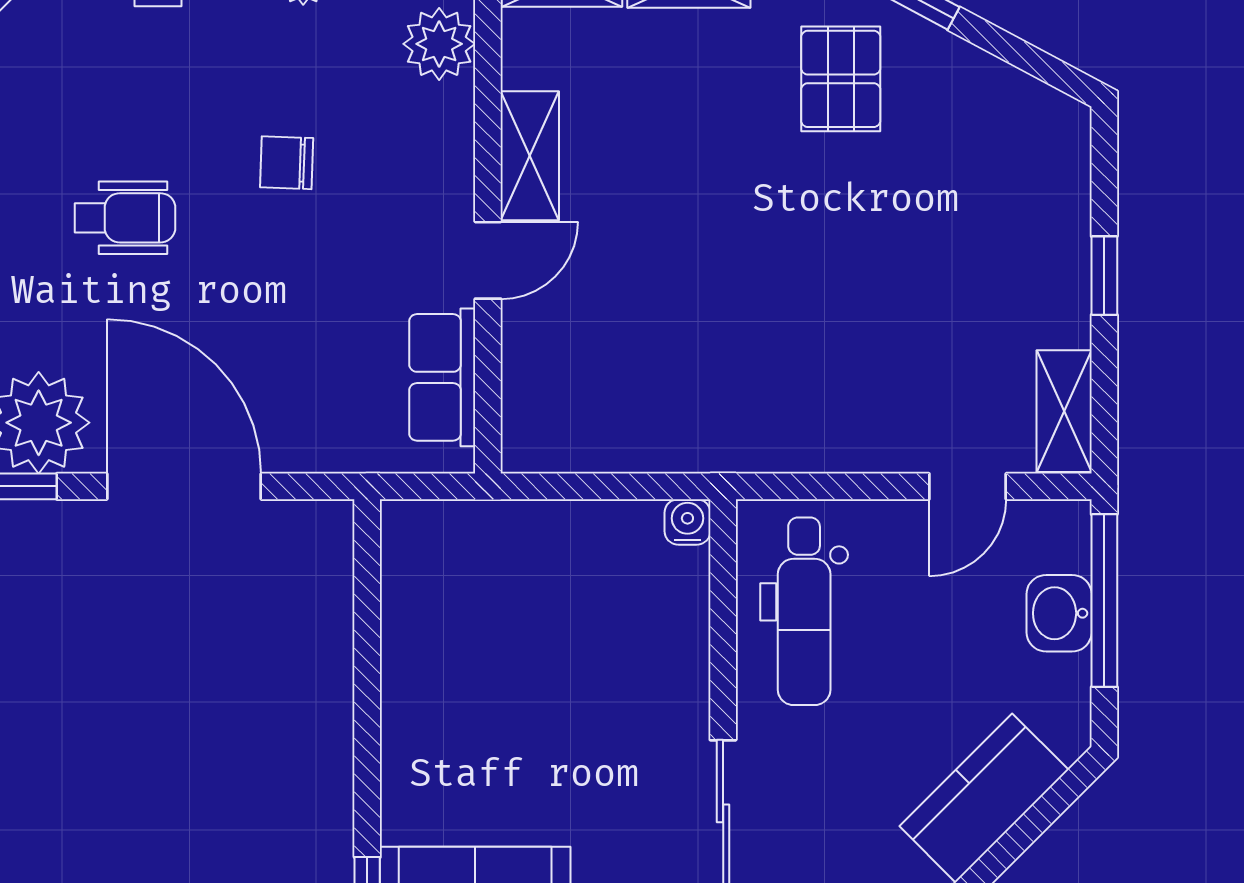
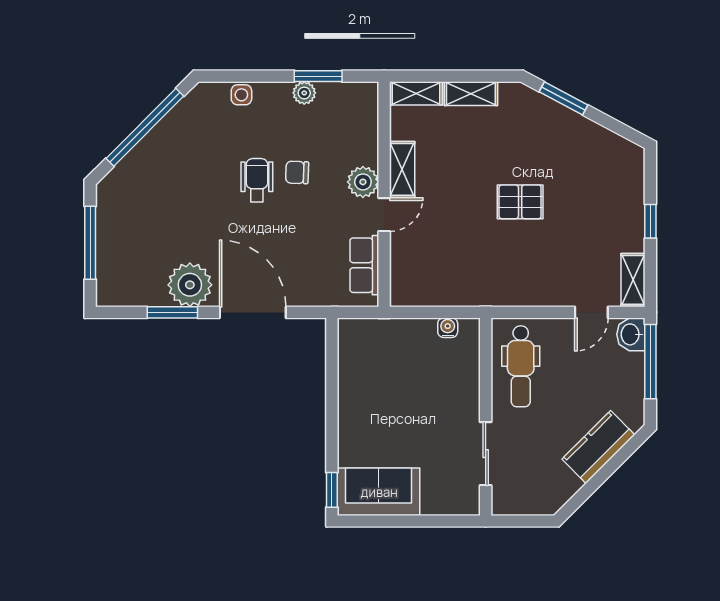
plant: (439, 44) -> (363, 182), moved
pallet: (841, 79) -> (520, 202), moved, turned 90
wheelchair: (125, 218) -> (257, 180), moved, turned -90
water cooler: (687, 522) -> (448, 328), moved
washbasin: (1059, 613) -> (631, 334), moved

